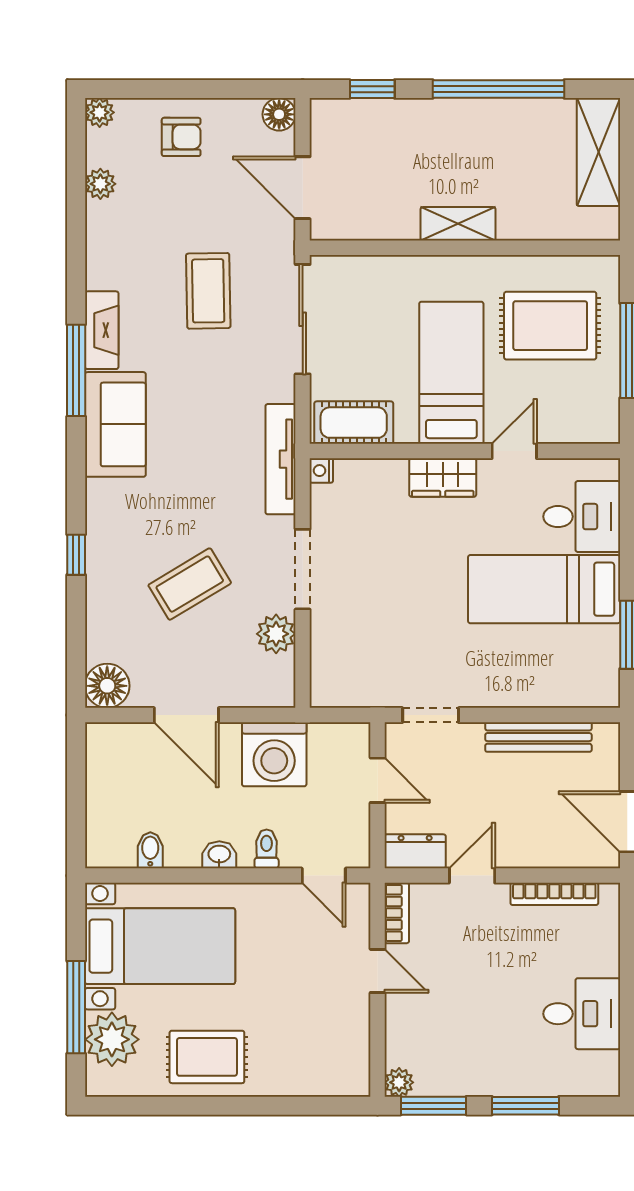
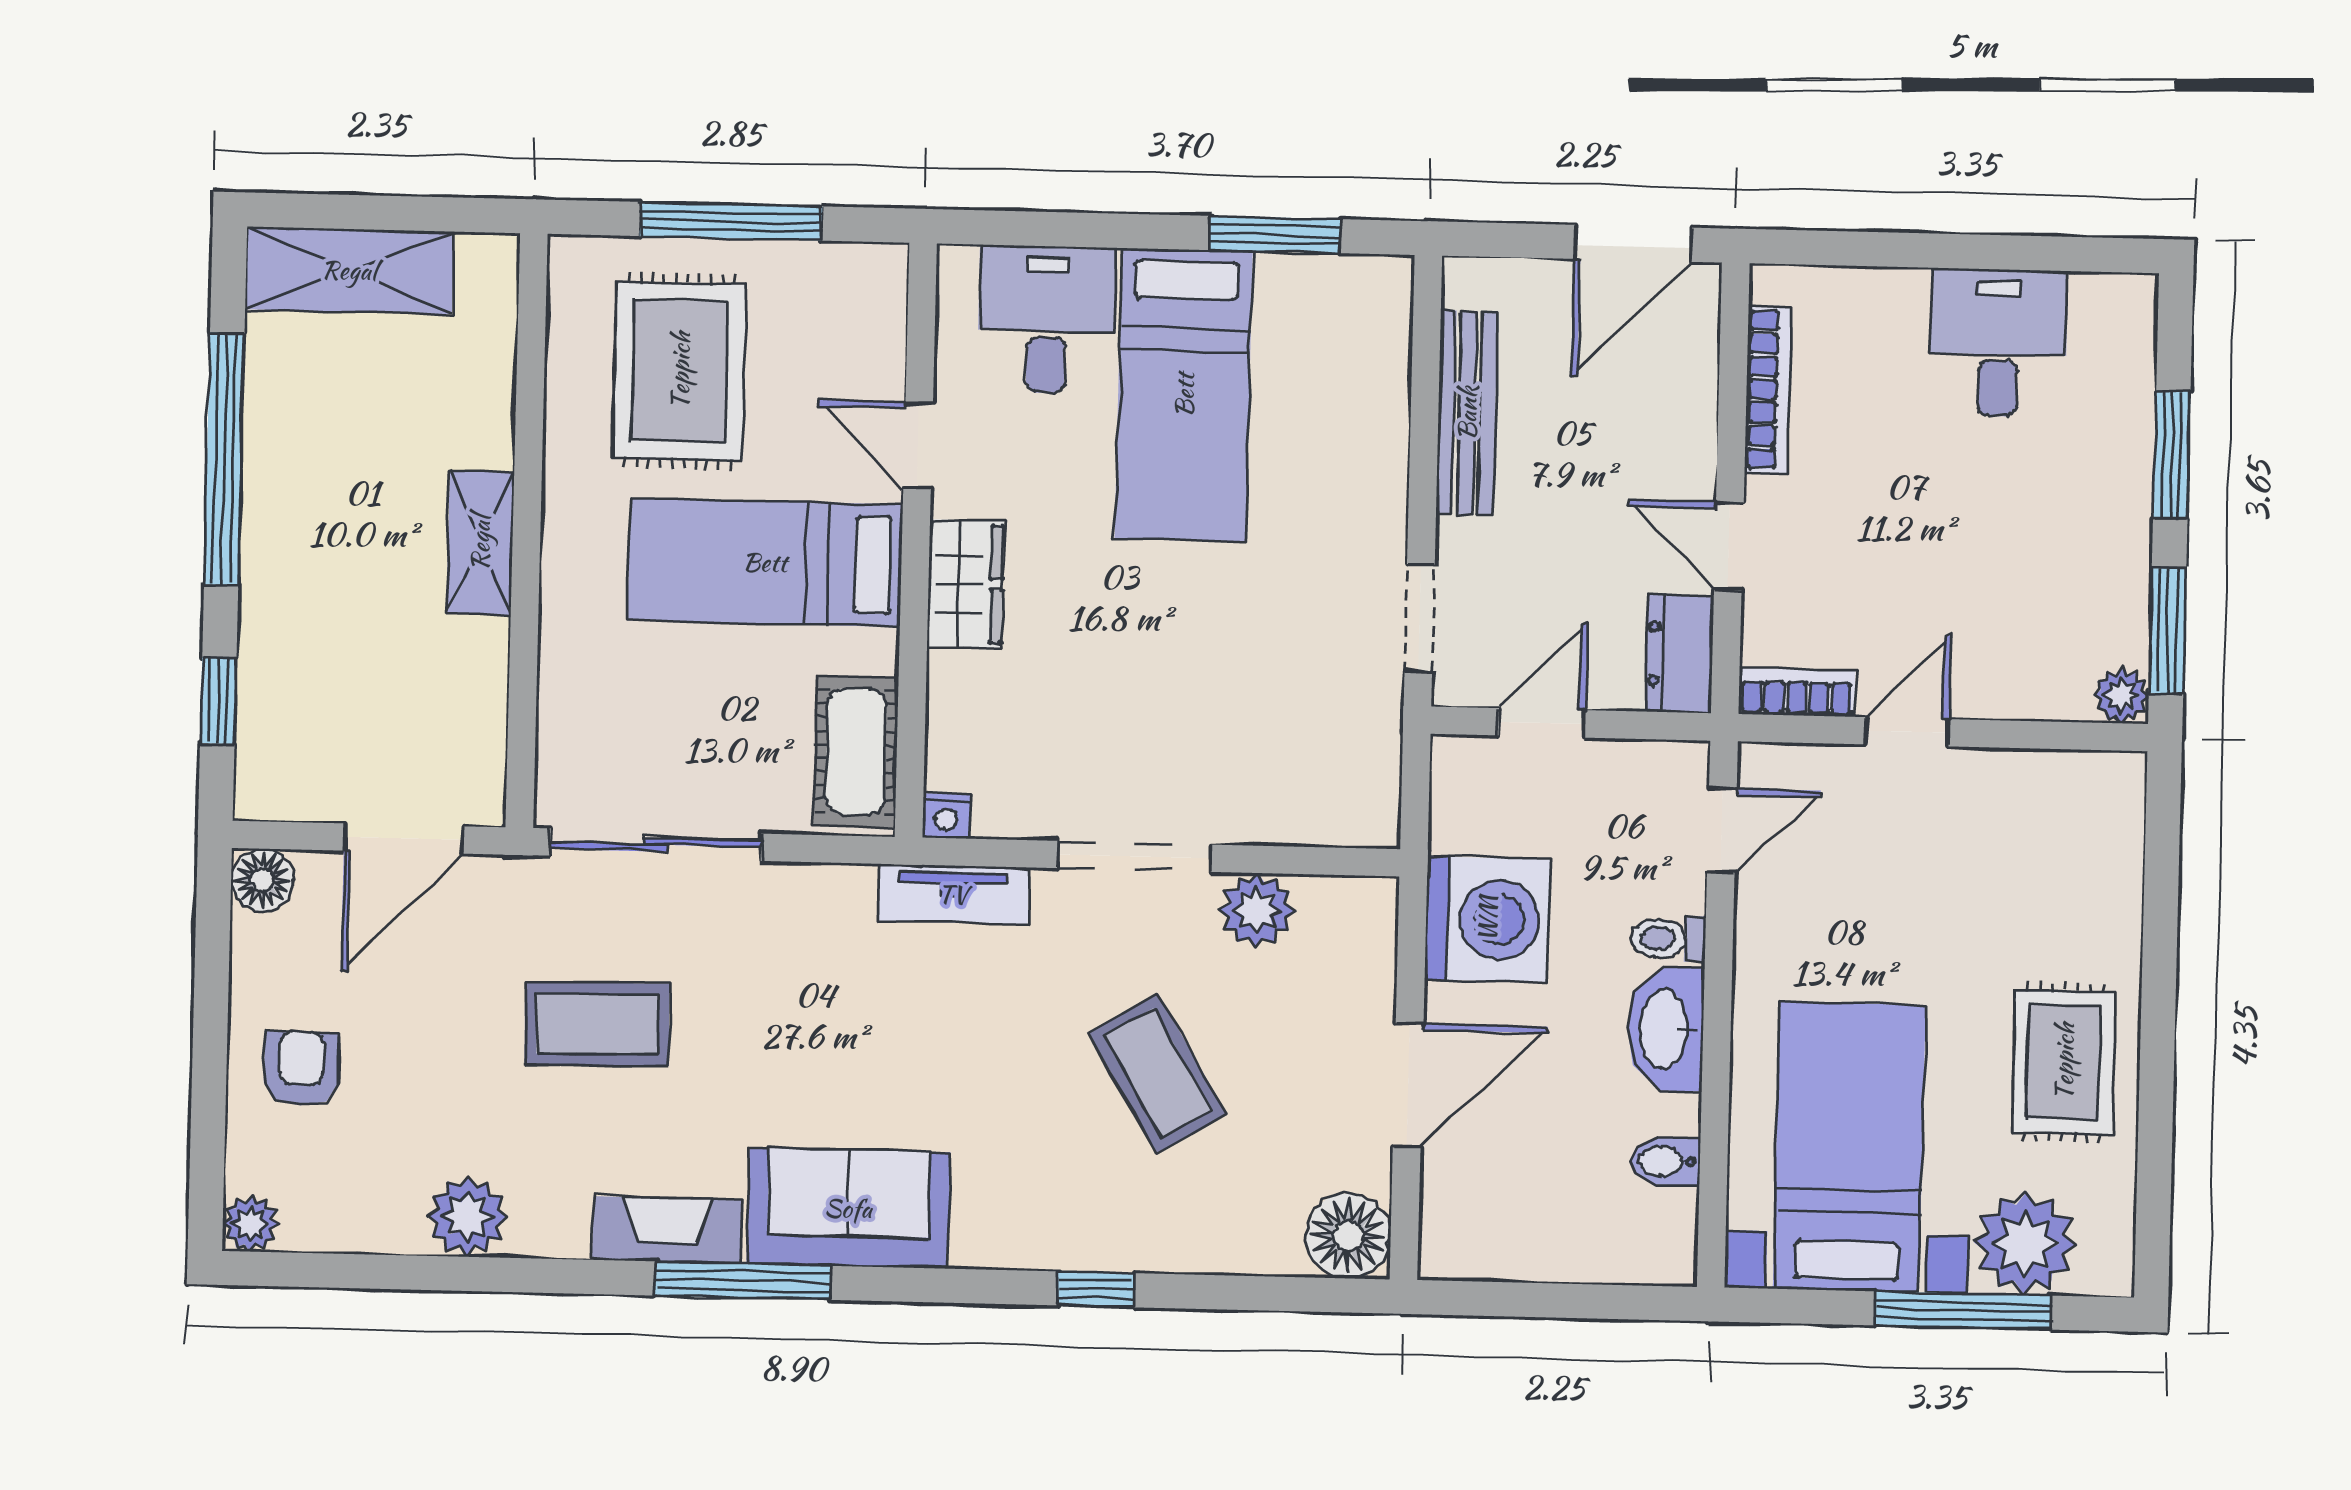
plant: (100, 184) -> (467, 1217), moved, width x1.38, depth x1.38
tv unit: (281, 459) -> (953, 894), width x0.71
washbasin: (219, 855) -> (1665, 1029), width x1.91, depth x1.45

